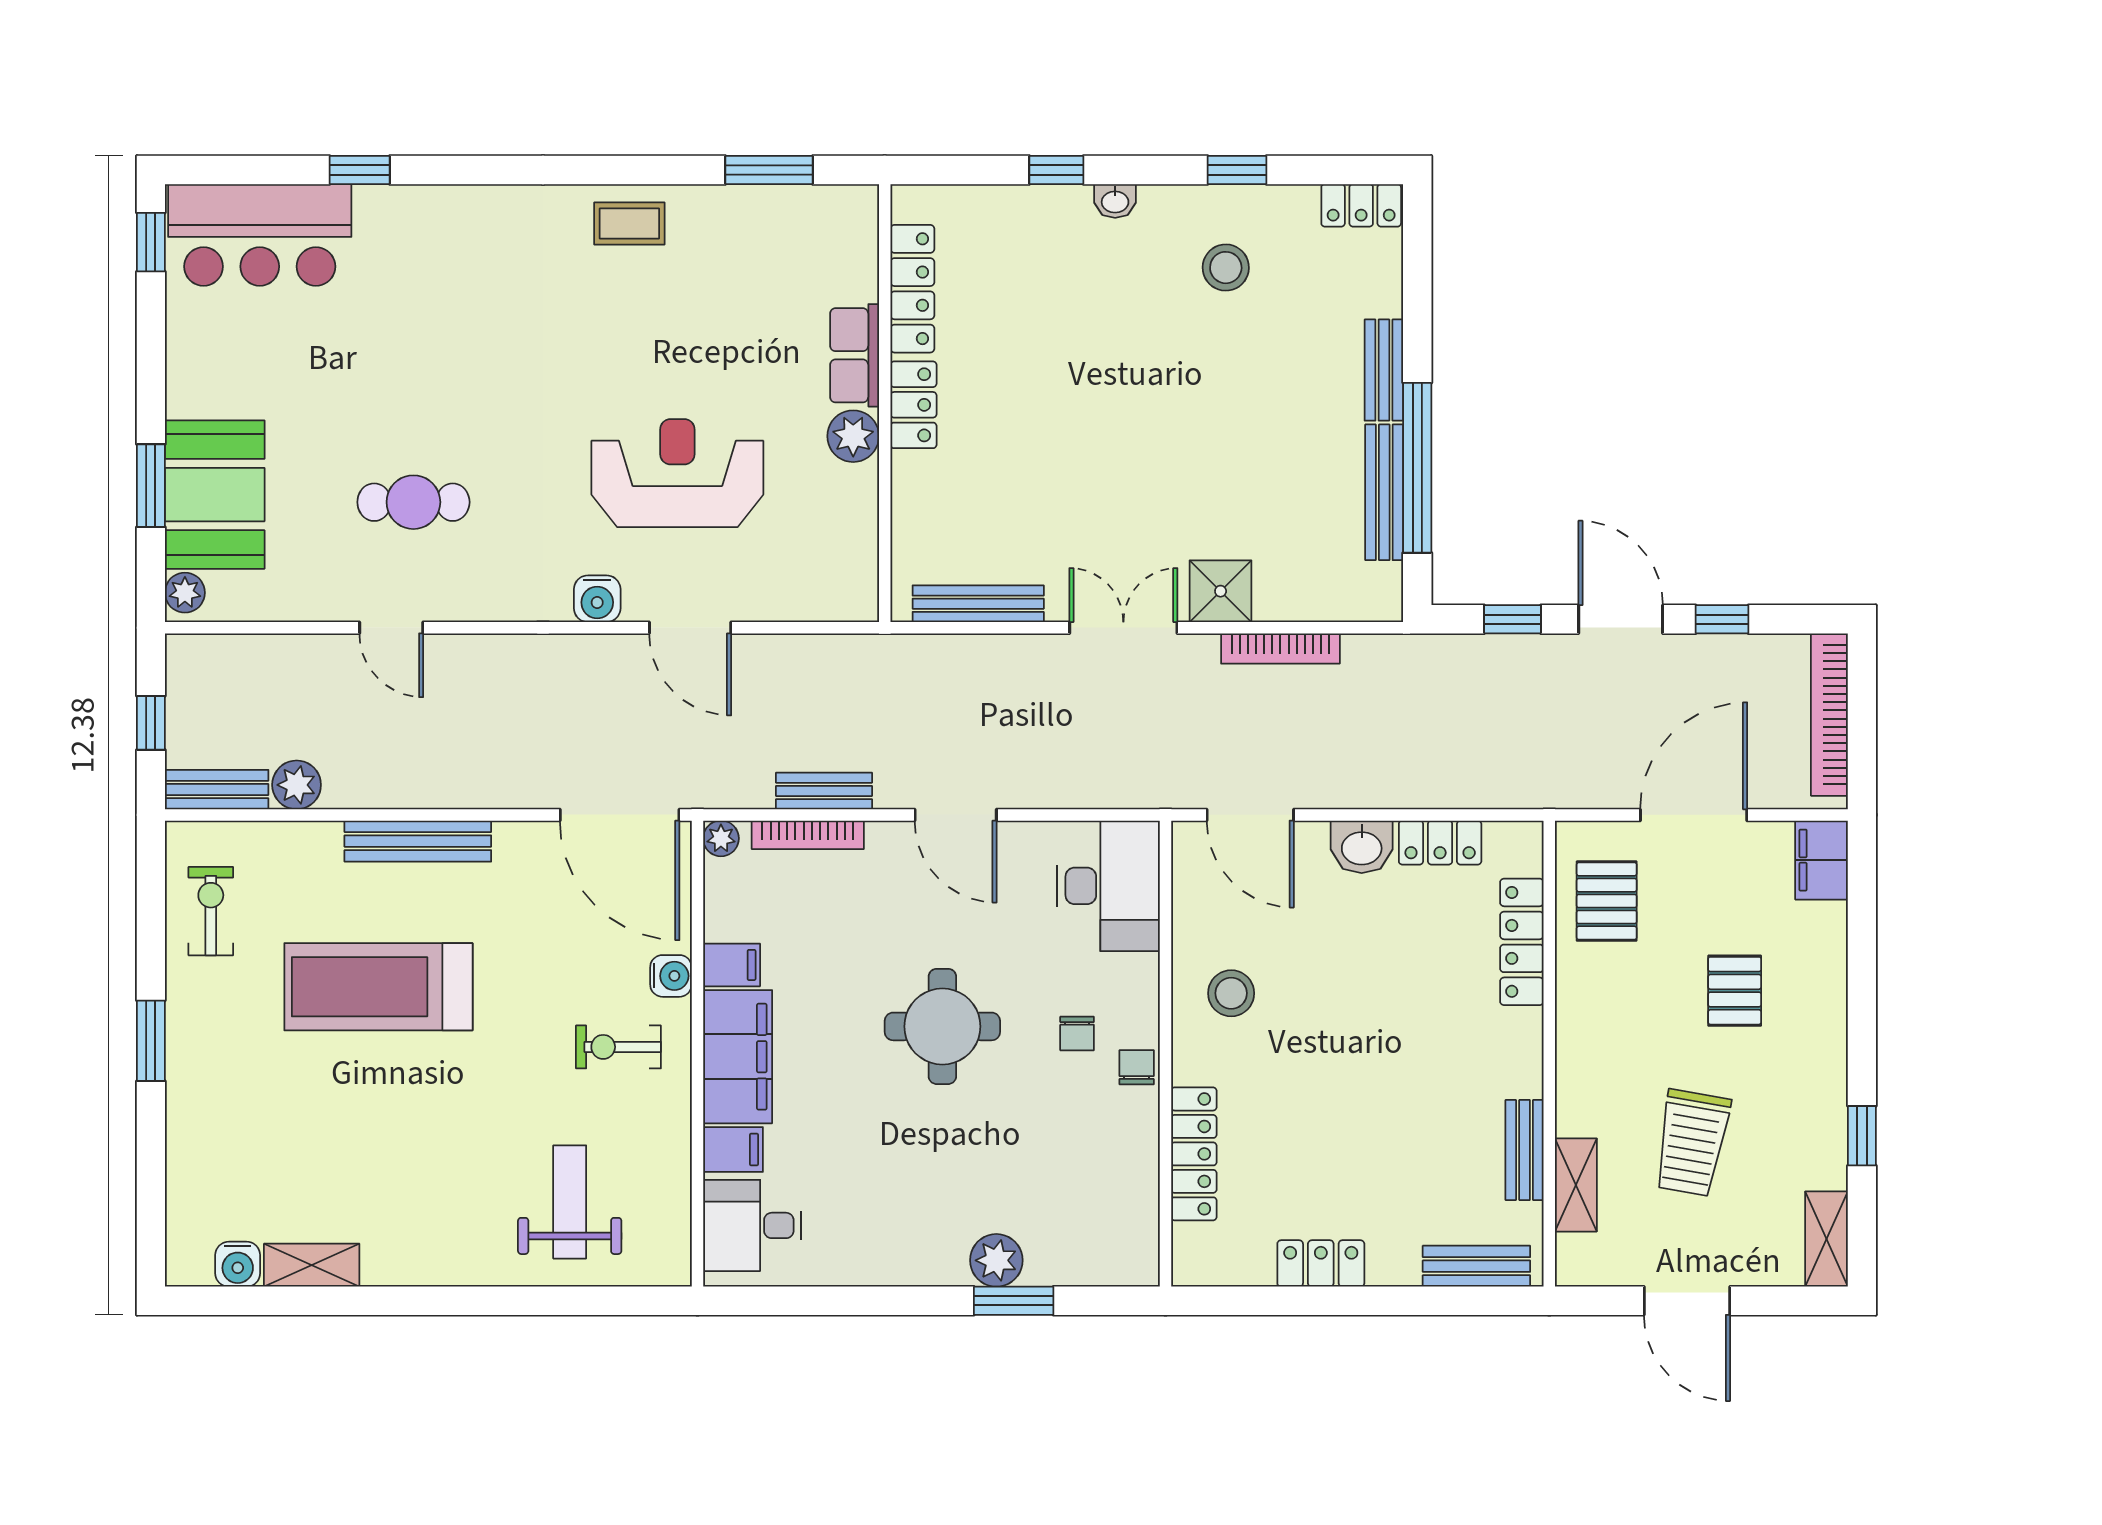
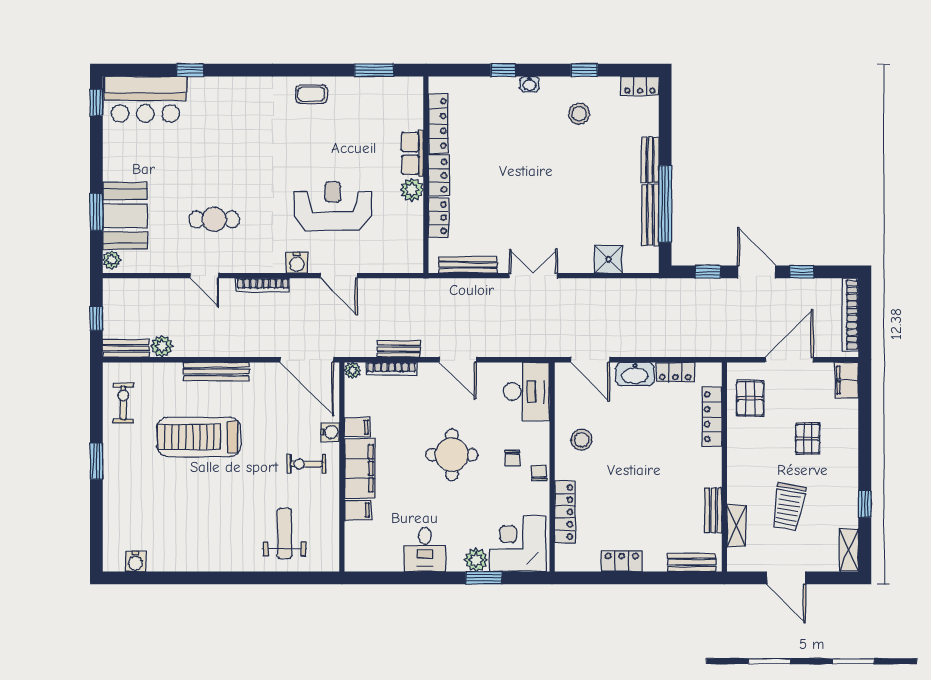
locker: (913, 499) -> (438, 218), added
shower: (1221, 591) -> (608, 259), moved
bookcase: (1280, 649) -> (263, 285), moved
washbasin: (1362, 847) -> (635, 374), width x1.38
desk: (752, 1225) -> (425, 550), moved, turned -90
corner desk: (1089, 1225) -> (518, 544), added
shelving: (312, 1265) -> (169, 562), removed

